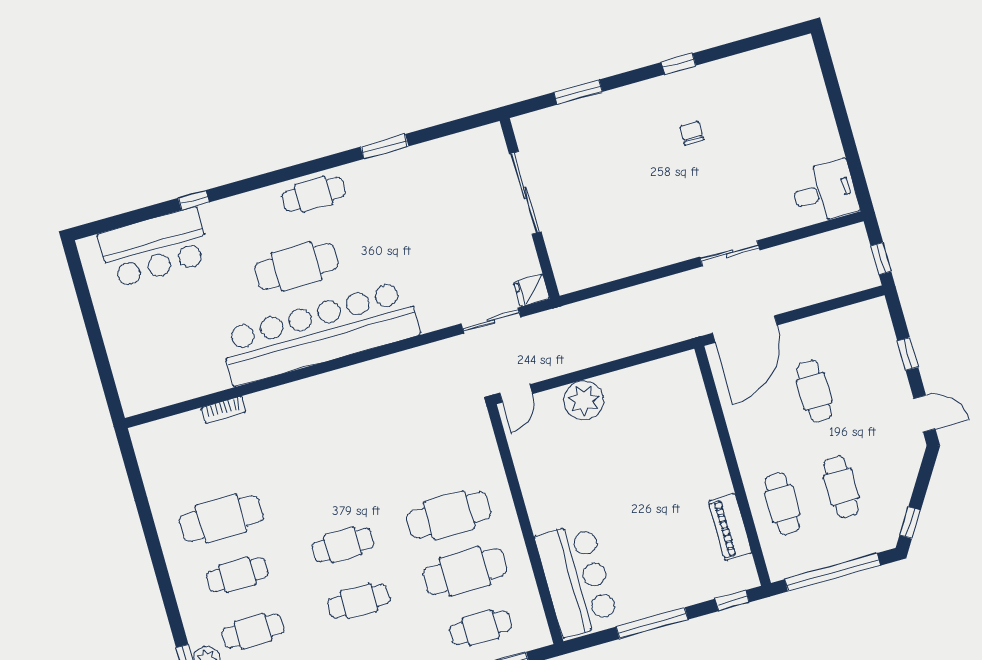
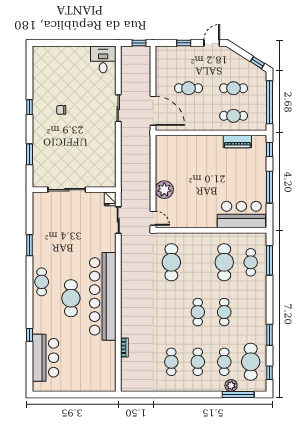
cafe table: (449, 515) -> (171, 262), moved
cafe table: (221, 518) -> (171, 362), width x0.73, depth x0.74

